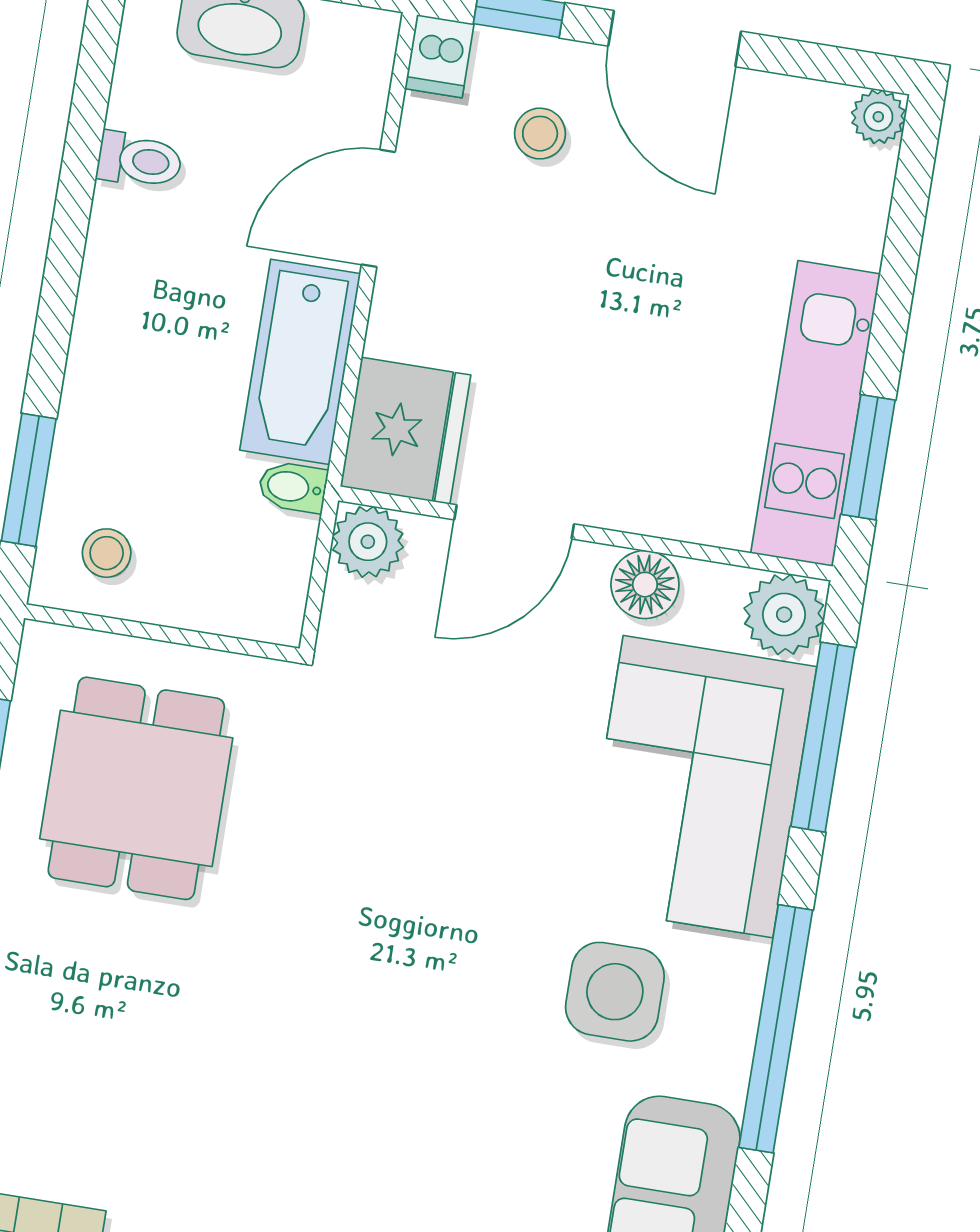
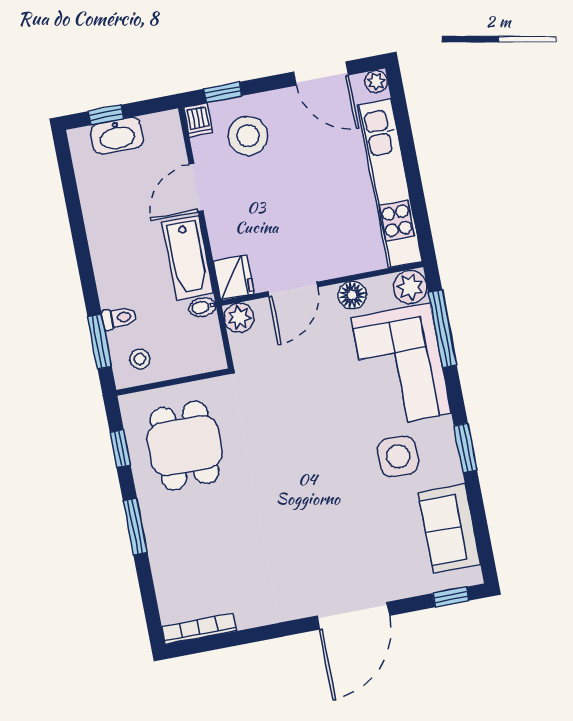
door: (675, 39) -> (321, 73), moved
stool: (540, 134) -> (248, 136), width x1.89, depth x1.89
toilet: (139, 160) -> (119, 318), moved
kitchen unit: (815, 413) -> (390, 183), width x1.36
fridge: (405, 431) -> (234, 278), width x0.73, depth x0.75
window: (868, 457) -> (420, 214), removed
window: (776, 1029) -> (465, 448), width x0.47

